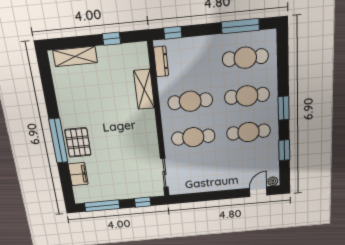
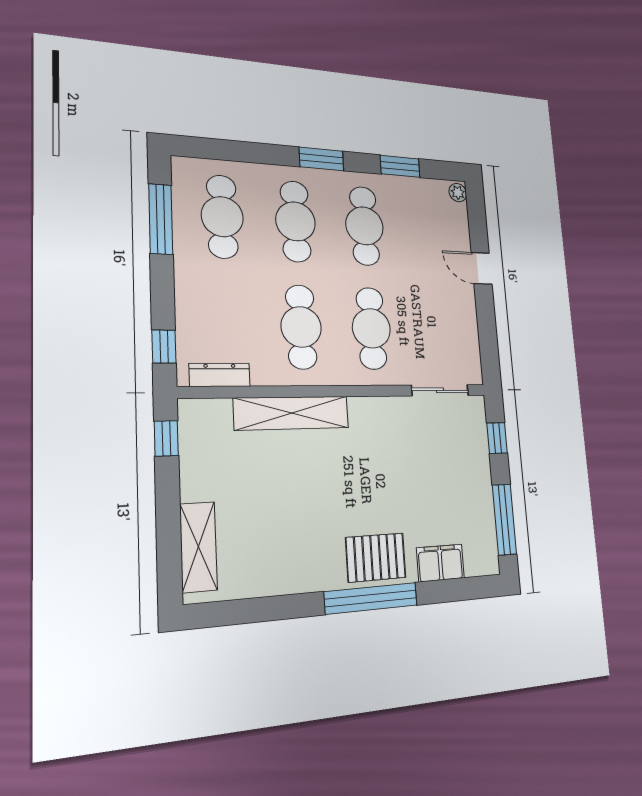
window: (111, 39) -> (166, 438), moved
shelving: (144, 89) -> (292, 413), width x1.47
door: (258, 192) -> (482, 268), moved

